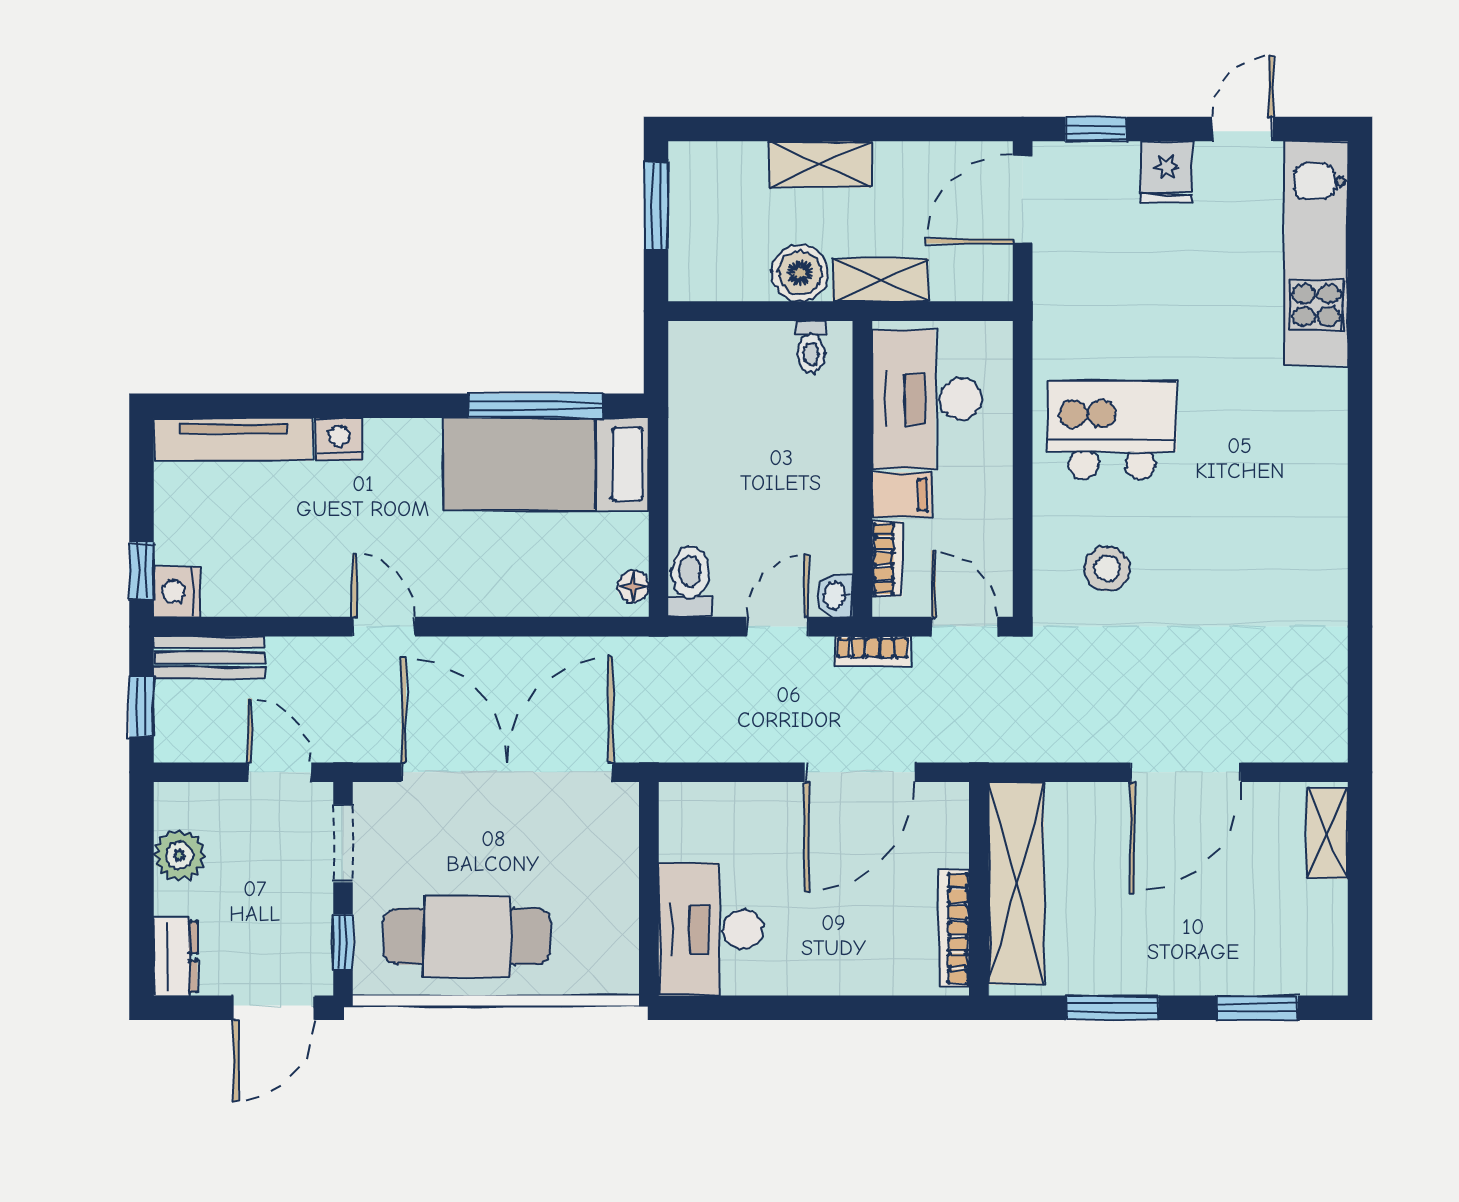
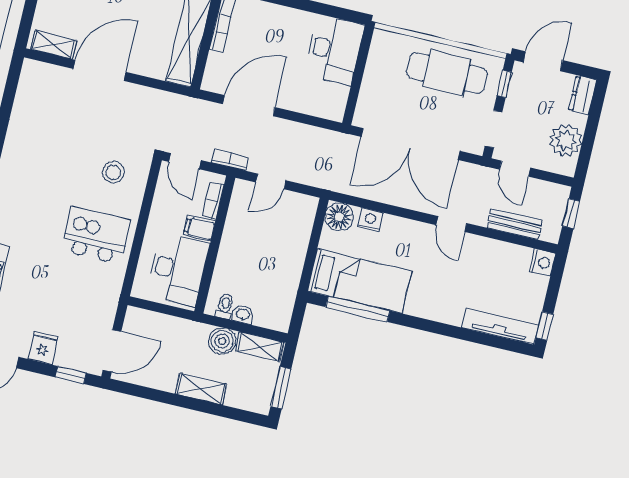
shelving: (880, 280) -> (260, 347), moved
kitchen island: (1112, 430) -> (96, 235), turned 180
nightstand: (339, 439) -> (370, 220), moved, turned 180
window: (142, 571) -> (545, 326), moved
toilet: (690, 581) -> (306, 212), removed
floor lamp: (633, 587) -> (339, 217), width x1.89, depth x1.89
washbasin: (835, 596) -> (243, 315), moved, turned -90
bench: (209, 658) -> (514, 224), moved
shelving: (1327, 833) -> (54, 45), moved, turned 90
plant: (179, 856) -> (566, 140), width x1.36, depth x1.36

